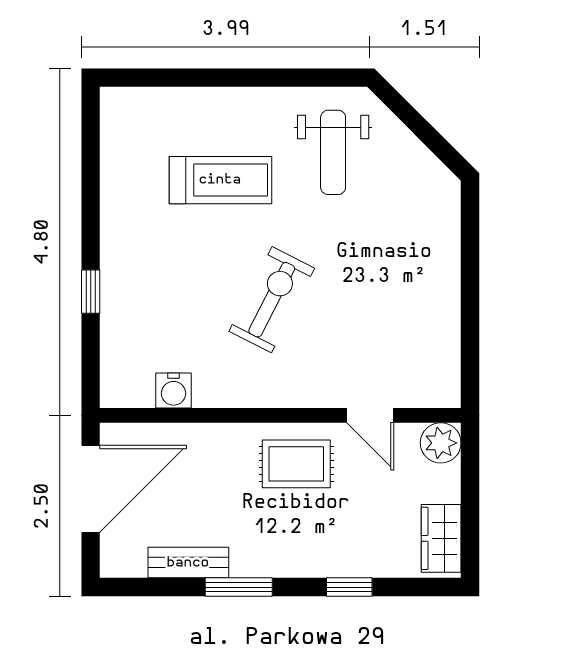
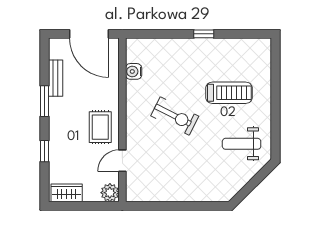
treadmill: (220, 180) -> (229, 93), turned -90
window: (91, 292) -> (204, 34), moved

